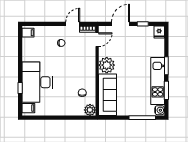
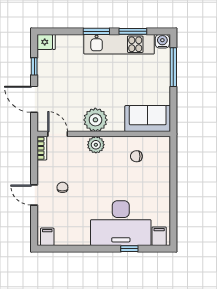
door: (73, 24) -> (34, 195), moved
sofa: (108, 95) -> (148, 119), width x0.73
plant: (90, 110) -> (96, 145), moved

